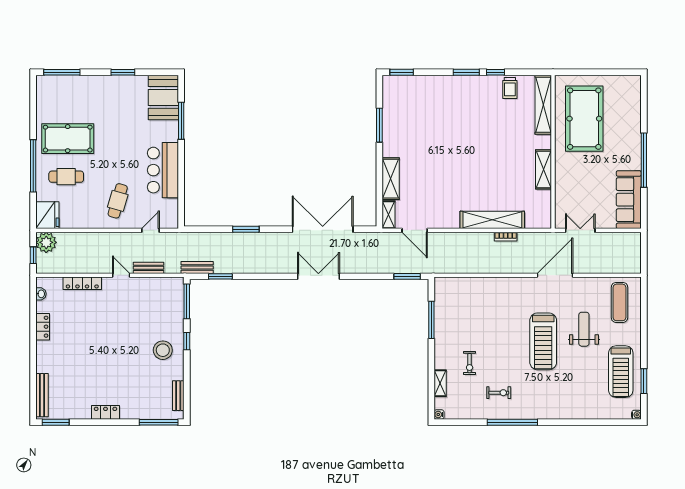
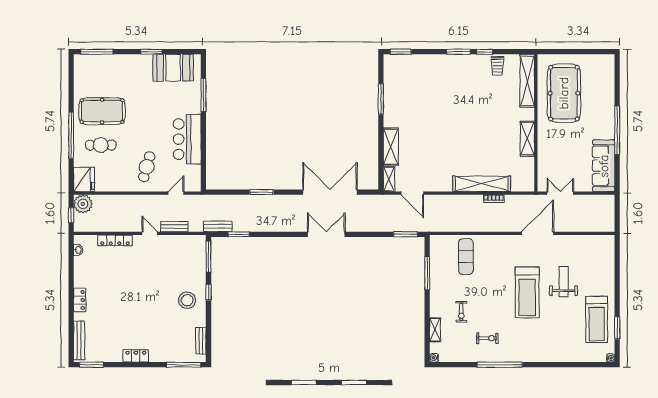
booth: (163, 97) -> (173, 68), moved, turned 90
exercise mat: (619, 302) -> (466, 257), moved
locker: (43, 327) -> (80, 300), moved

